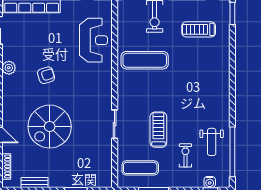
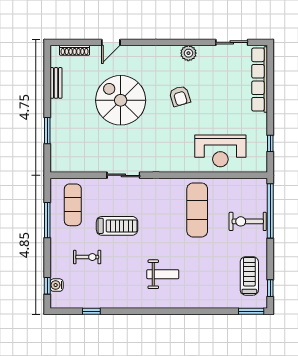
treadmill: (199, 29) -> (249, 276), moved
weight bench: (212, 142) -> (163, 274), moved, turned 180
window: (232, 152) -> (91, 311), width x0.32

